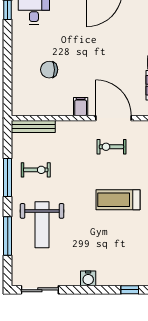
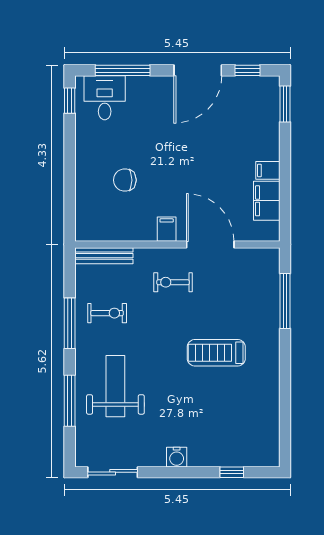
exercise bike: (111, 147) -> (173, 282), moved
weight bench: (42, 225) -> (115, 386), turned 180

